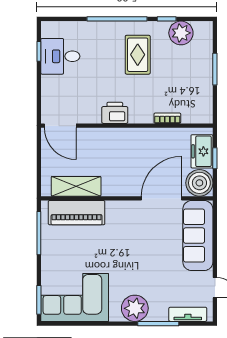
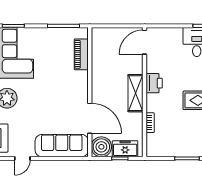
shelving: (76, 186) -> (136, 93), moved
piano: (77, 213) -> (81, 54), width x0.73, depth x0.75

